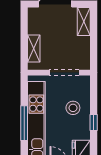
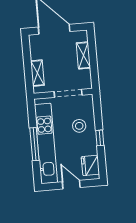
shelving: (84, 22) -> (83, 55), moved

